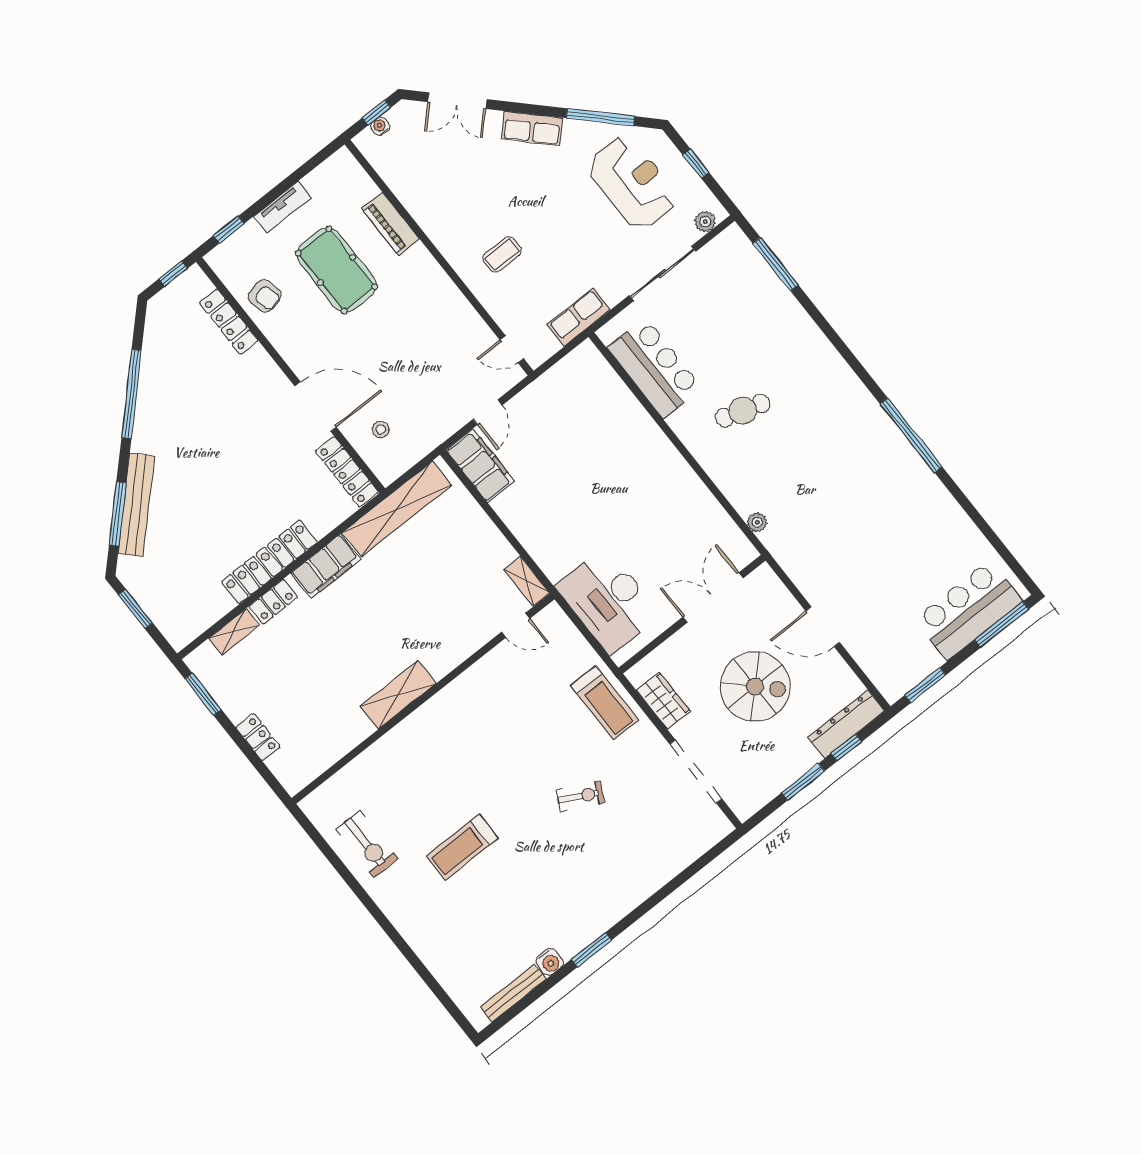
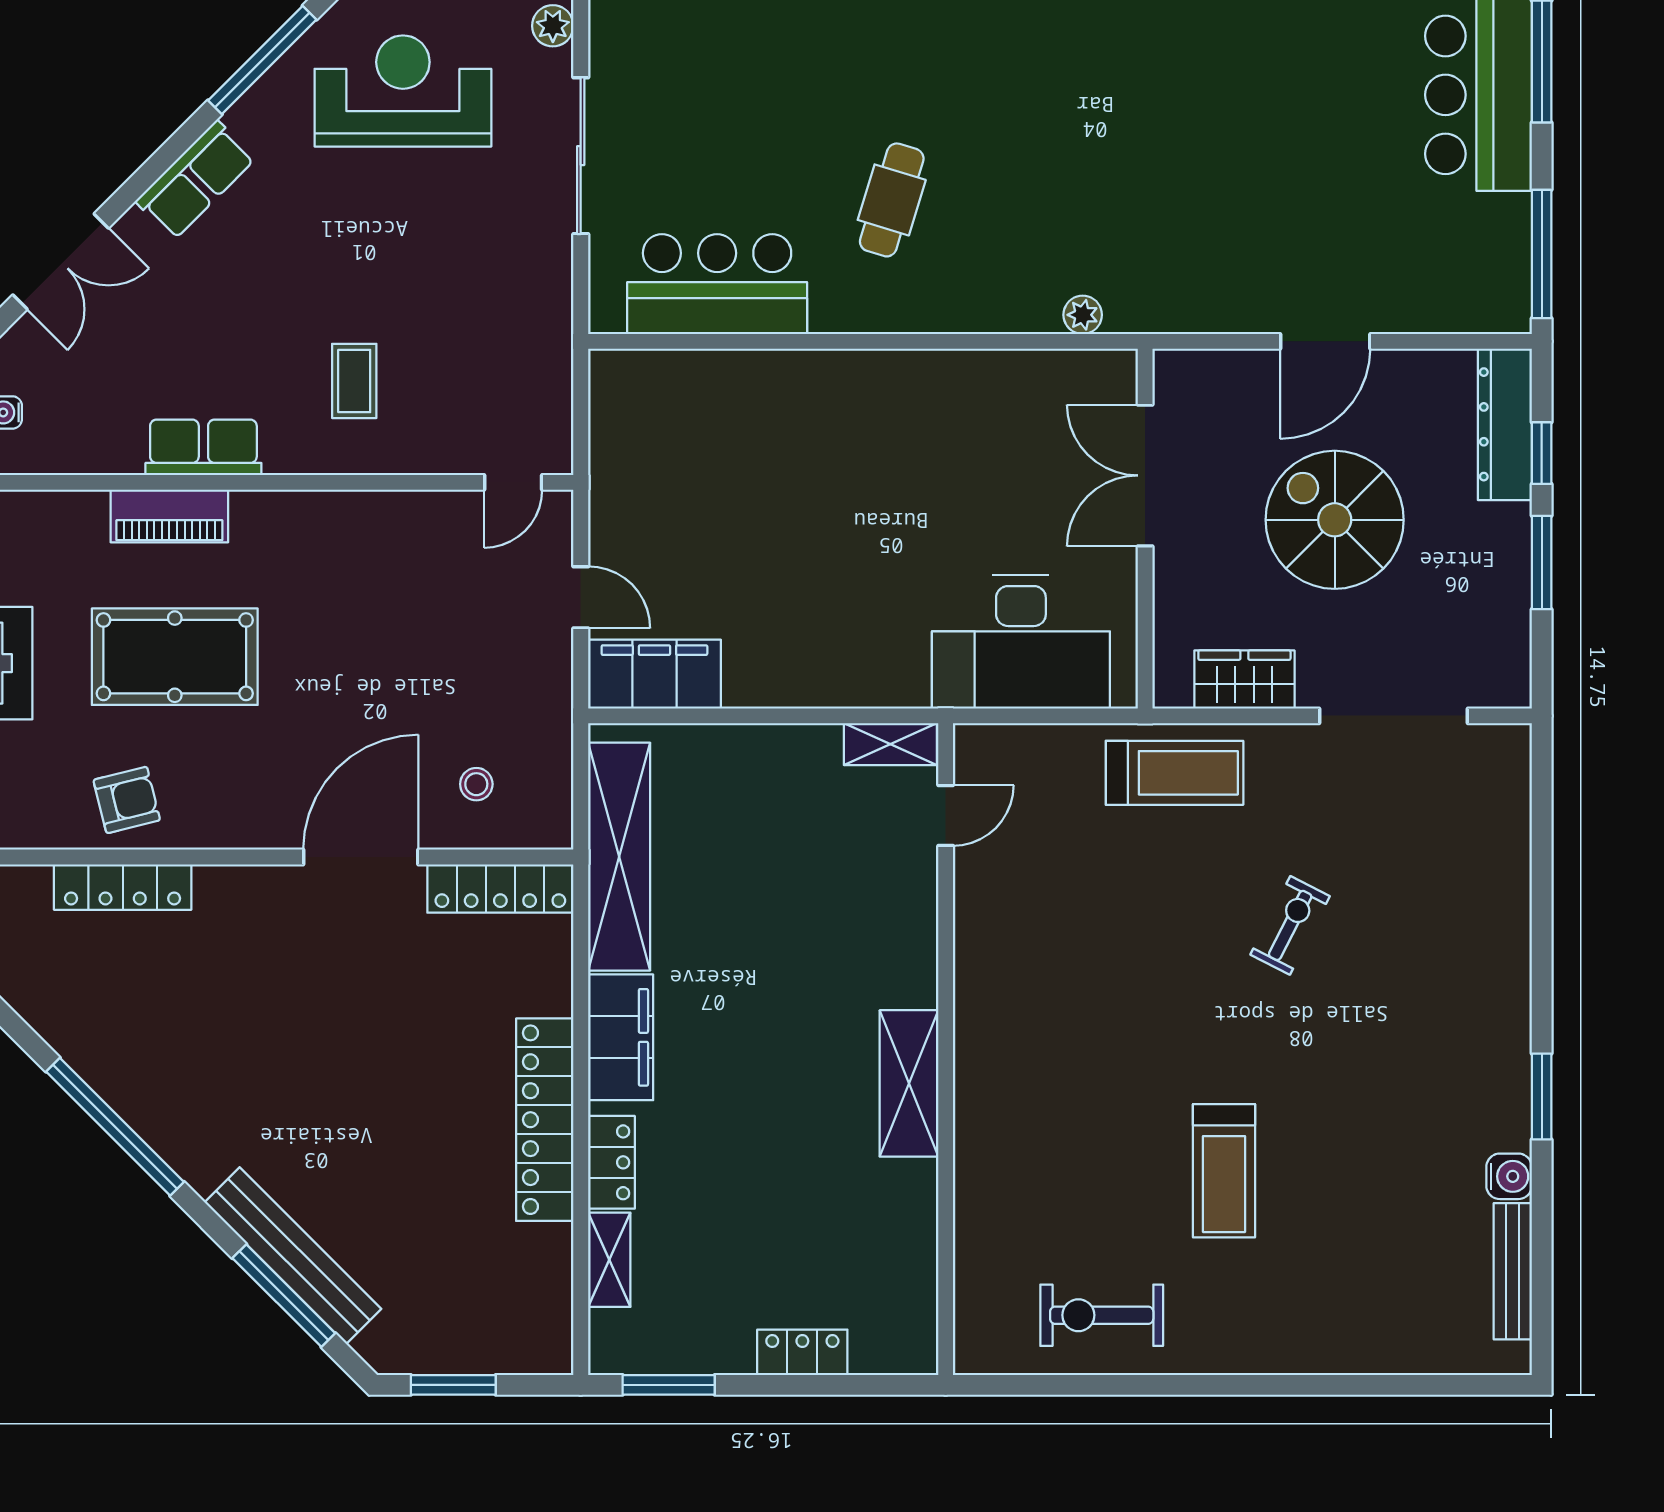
row of seats: (579, 317) -> (203, 447), moved, turned 90
window: (925, 685) -> (1542, 254), width x1.44
spiral stairs: (755, 687) -> (1335, 520), turned -90
exercise bike: (367, 844) -> (1102, 1315), turned 180

